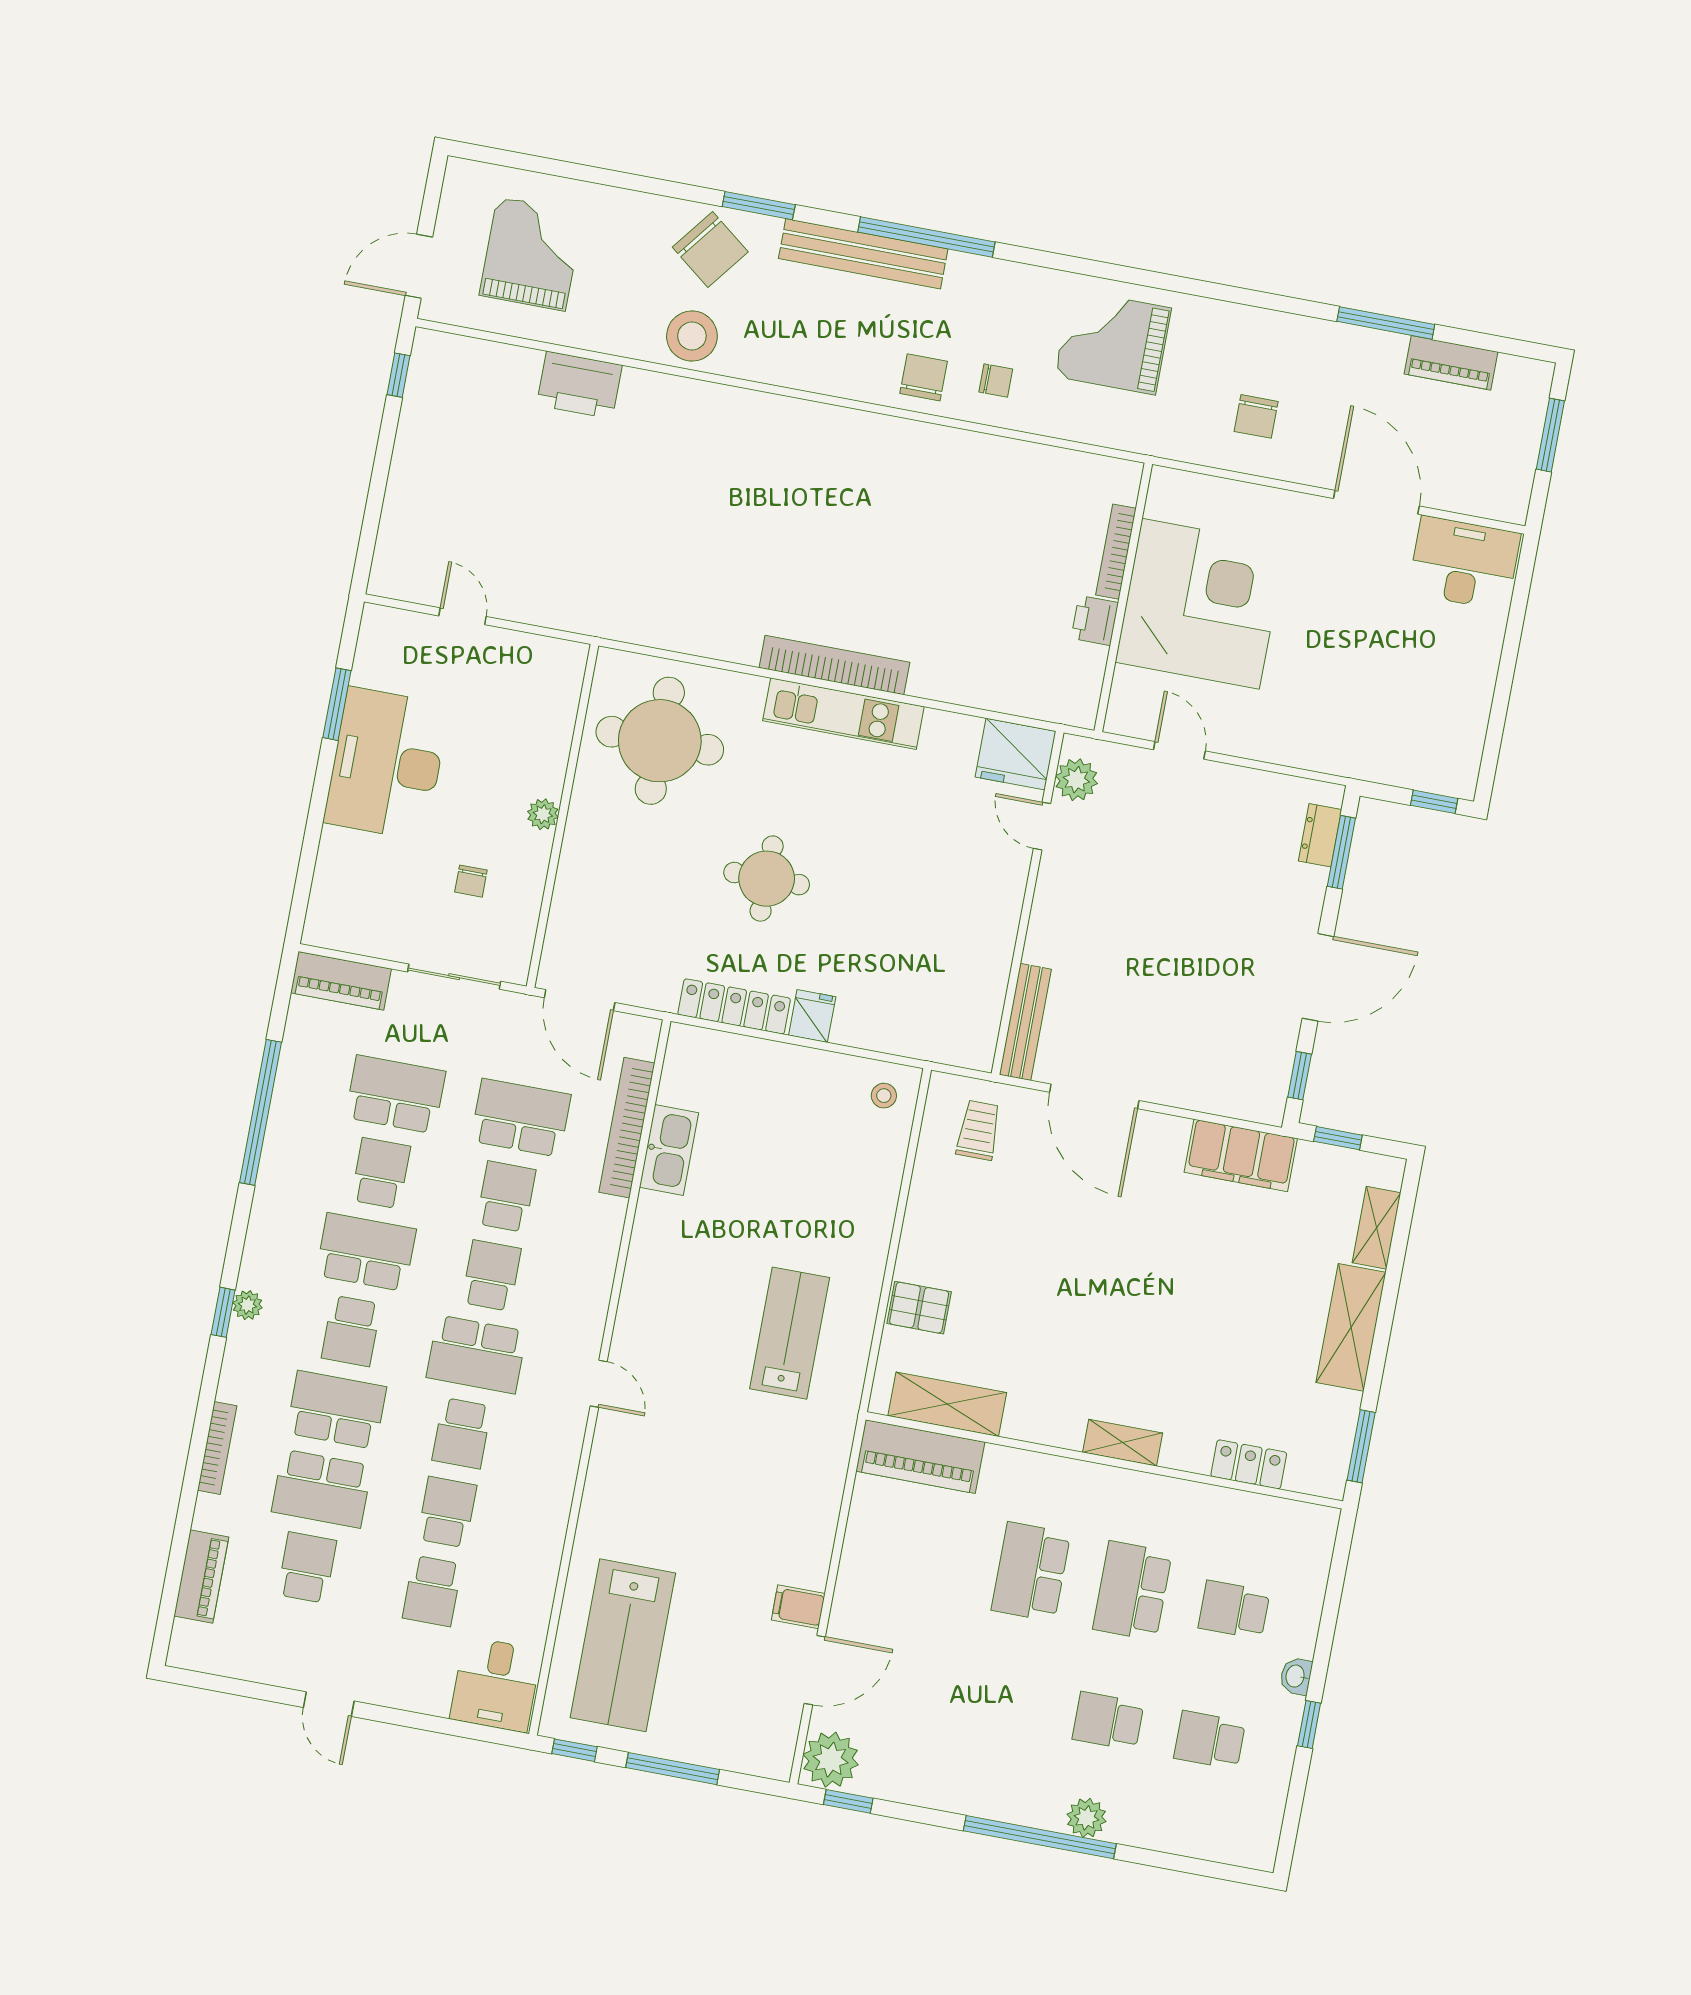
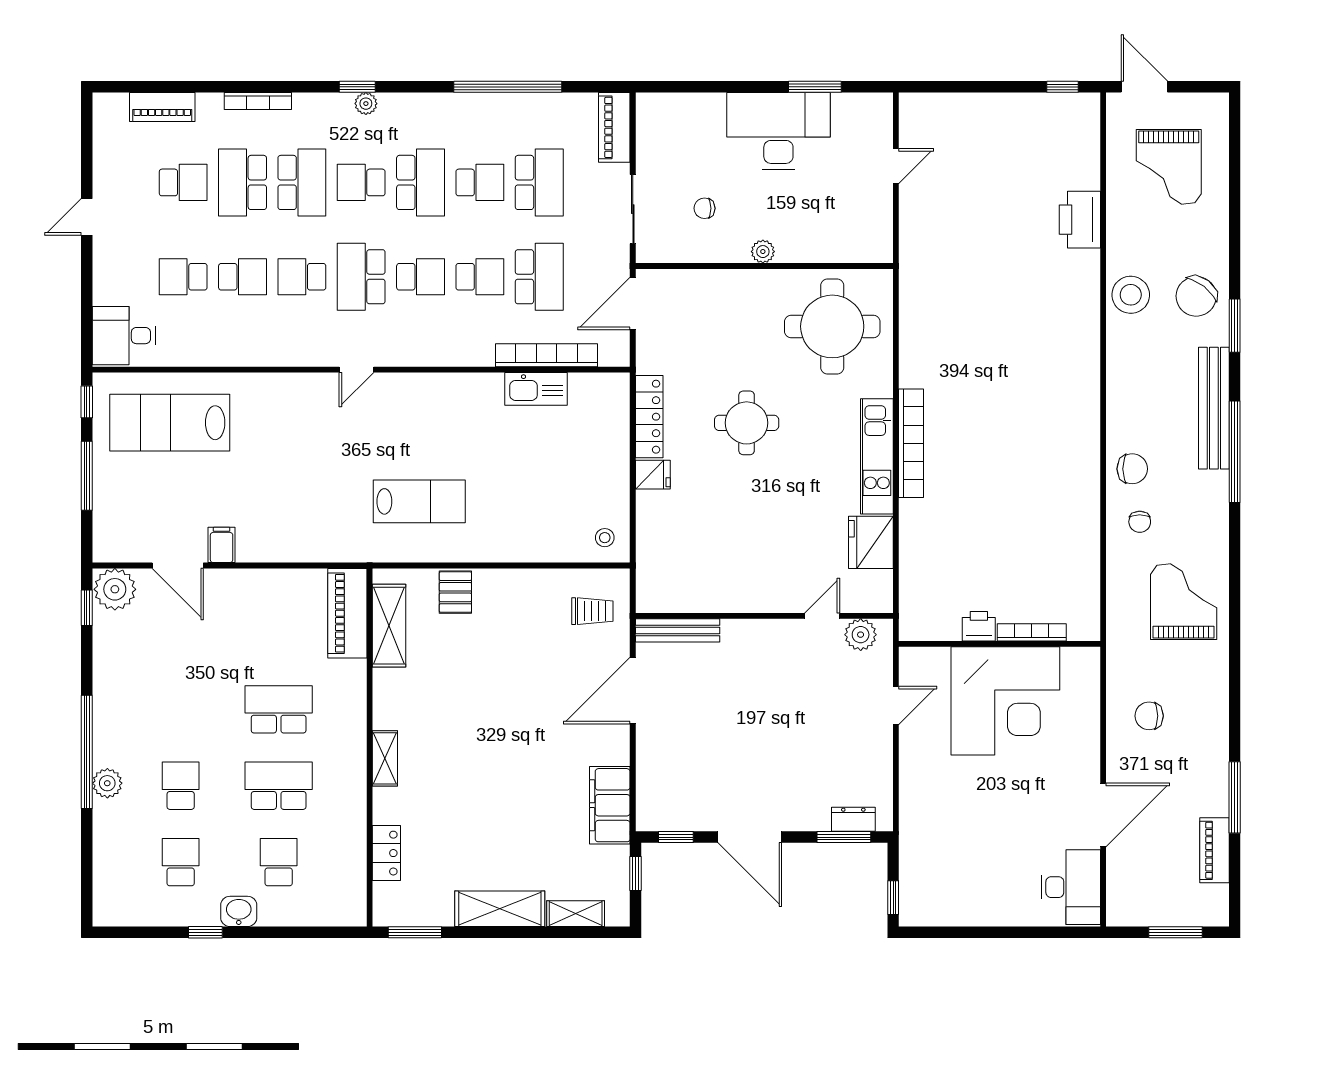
grand piano: (531, 254) -> (1169, 167), turned 90
fridge: (1016, 754) -> (871, 542), moved
washbasin: (1296, 1676) -> (239, 911), width x1.38, depth x1.45

